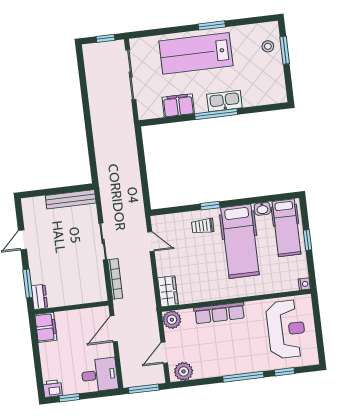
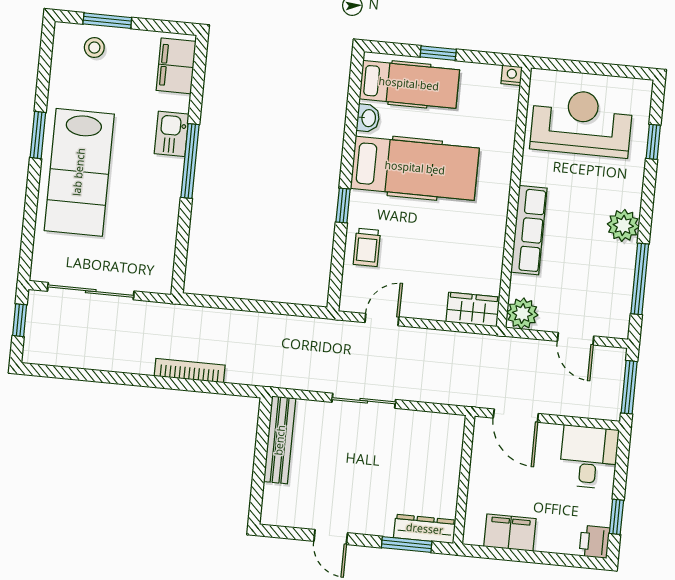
kitchen sink: (224, 101) -> (172, 134), width x0.73
filing cabinet: (178, 105) -> (176, 66), moved
trolley: (203, 226) -> (367, 247), moved
bookcase: (115, 279) -> (190, 371), moved
dresser: (39, 297) -> (425, 529), width x1.44
filing cabinet: (46, 327) -> (510, 533), moved
plant: (184, 371) -> (623, 225), moved
window: (243, 377) -> (640, 279), moved

